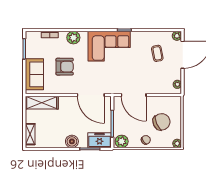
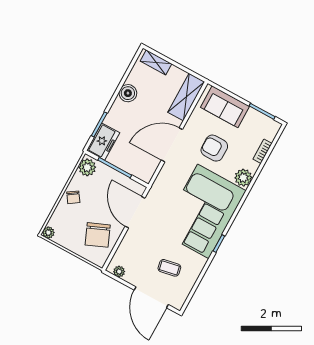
plant: (177, 36) -> (178, 303), removed
corner sofa: (109, 46) -> (203, 211), width x1.36, depth x1.36
armchair: (65, 67) -> (214, 148), turned 90
door: (91, 95) -> (172, 145), moved
door: (134, 95) -> (135, 212), hinge flipped
chair: (161, 122) -> (98, 235), moved
boiler: (72, 141) -> (128, 93), moved

